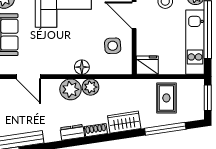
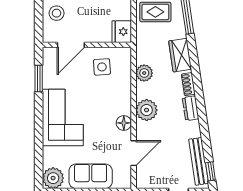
floor lamp: (82, 67) -> (124, 123), moved
plant: (90, 87) -> (144, 73), moved

